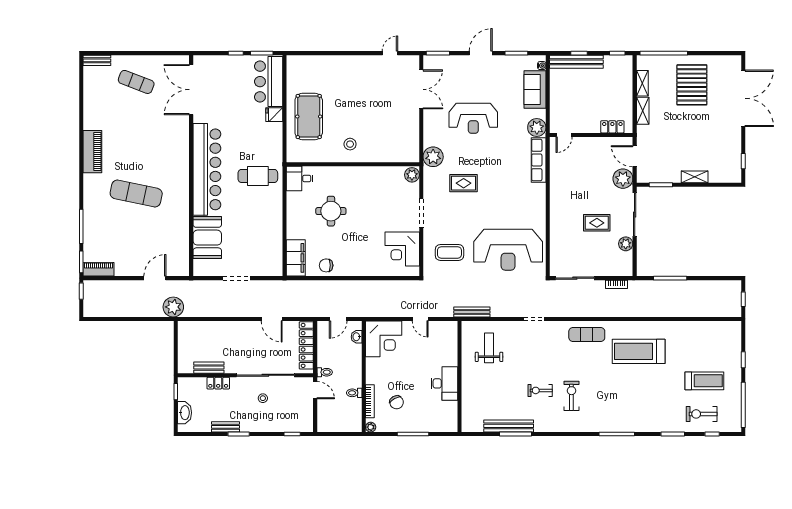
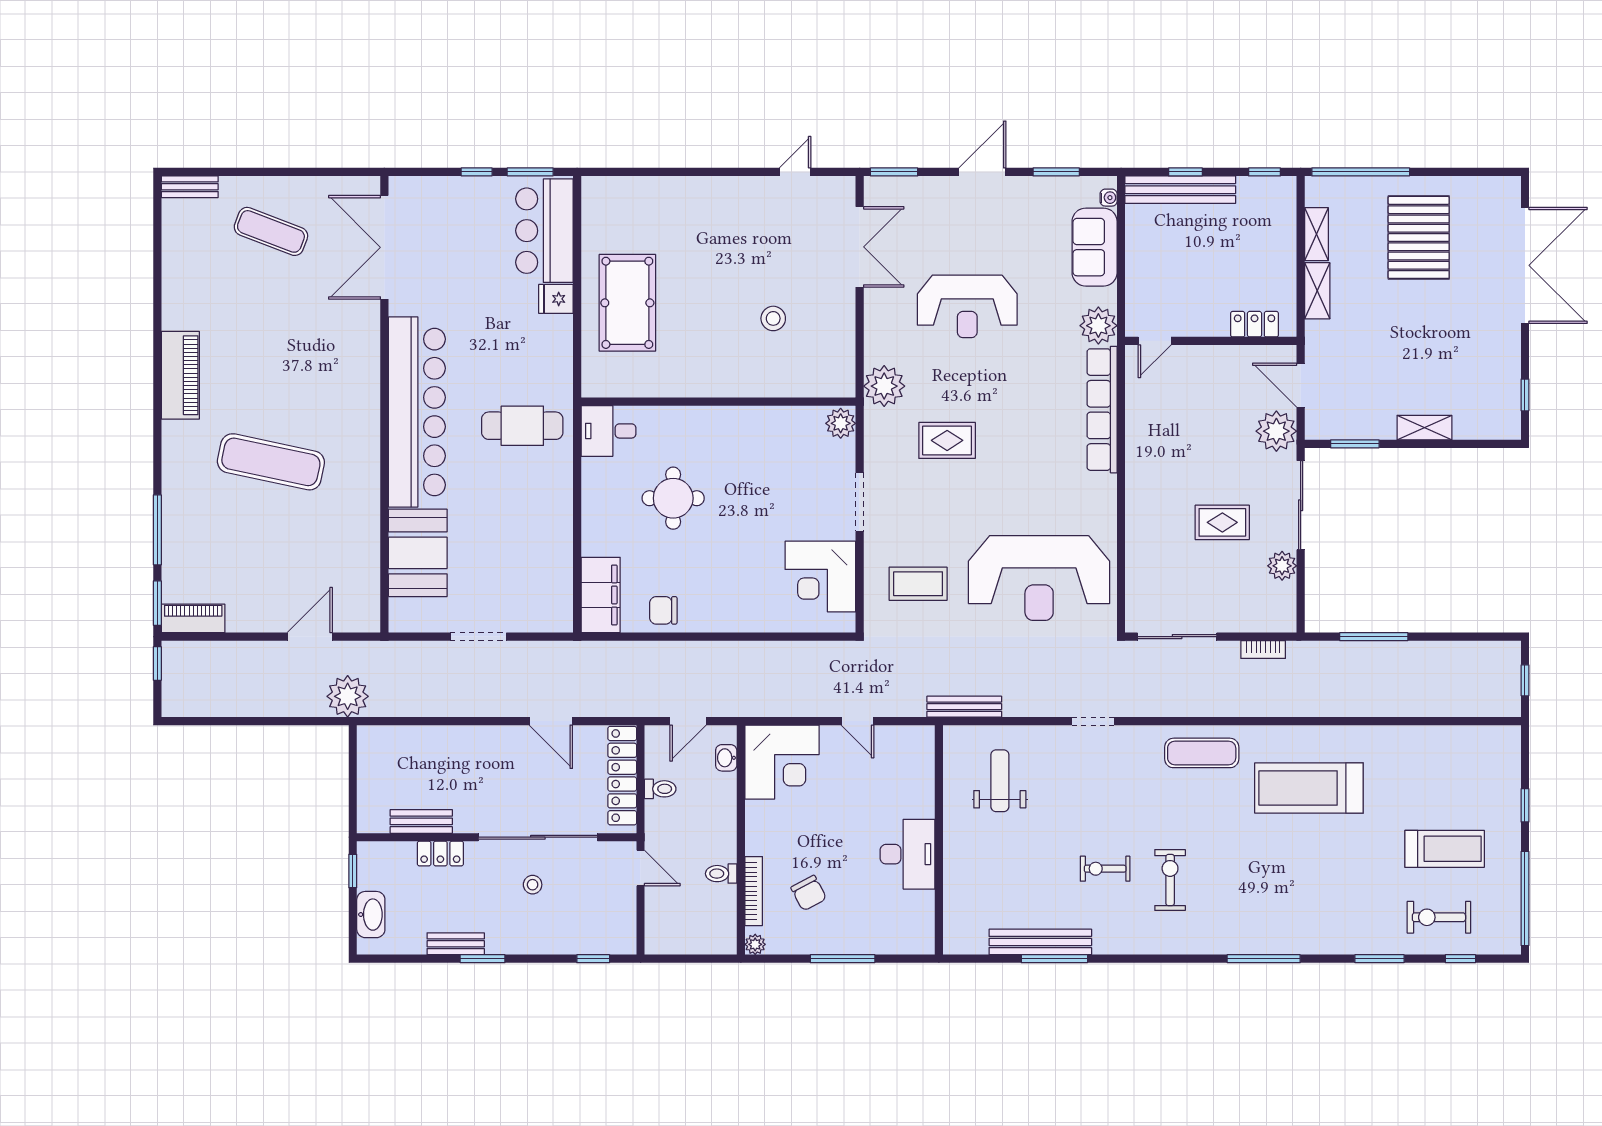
stool: (350, 144) -> (773, 318), moved
row of seats: (539, 160) -> (1102, 410), width x1.36
toilet: (325, 372) -> (660, 789), moved

